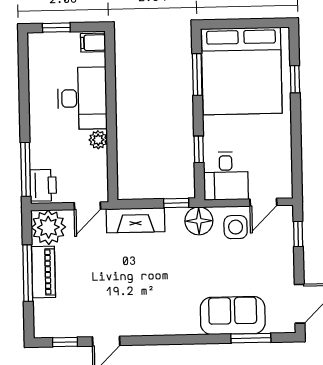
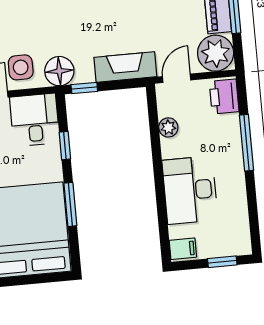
window: (197, 74) -> (70, 204), moved
plant: (98, 140) -> (168, 127), moved
window: (26, 169) -> (247, 143), moved

